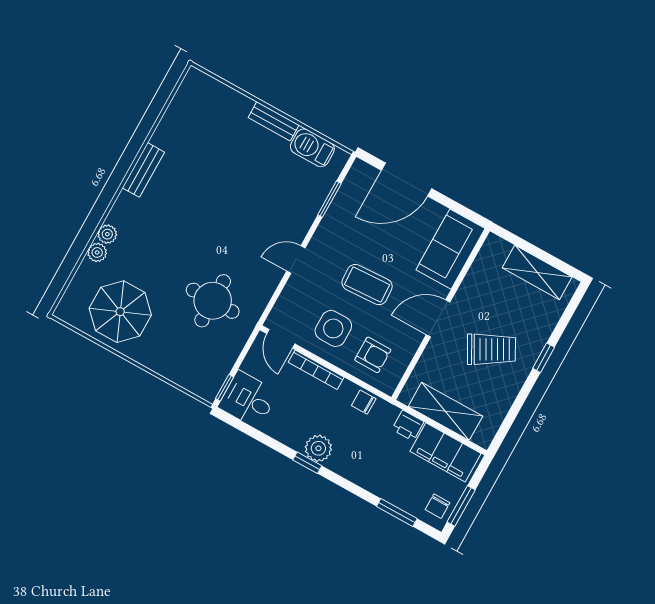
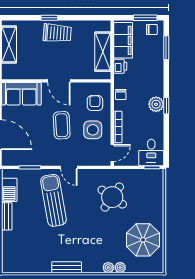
sun lounger: (258, 207) -> (53, 200), added
round table: (213, 301) -> (112, 197), turned 35
trolley: (491, 349) -> (57, 33), moved, turned 123

